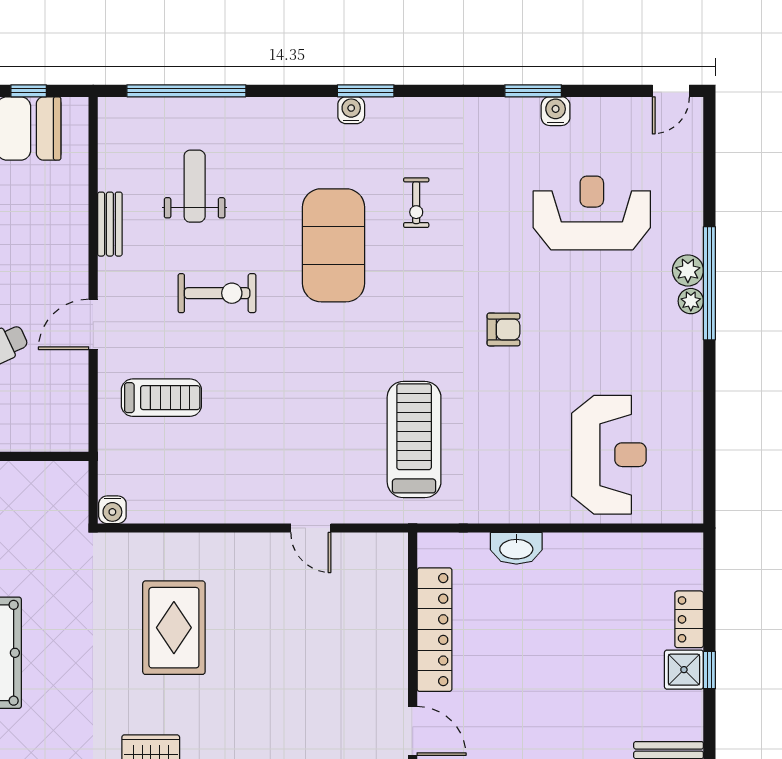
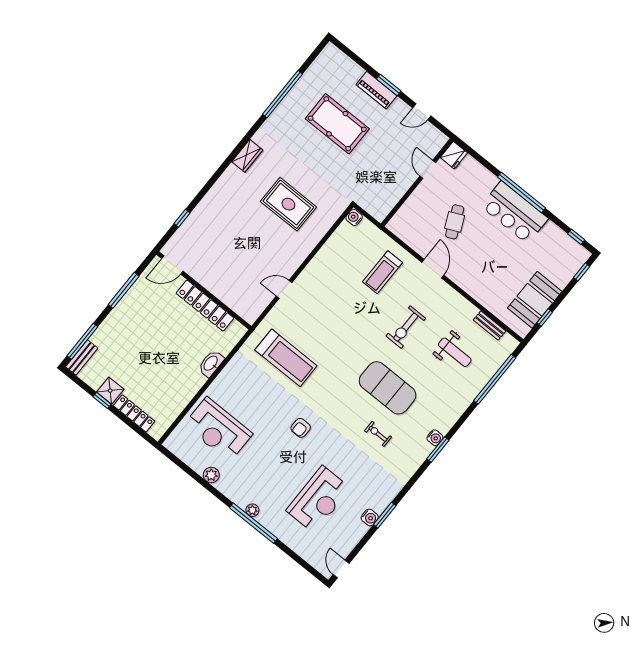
bench: (110, 224) -> (490, 326), moved
plant: (688, 270) -> (211, 475), moved
locker: (689, 619) -> (134, 413), width x1.53

